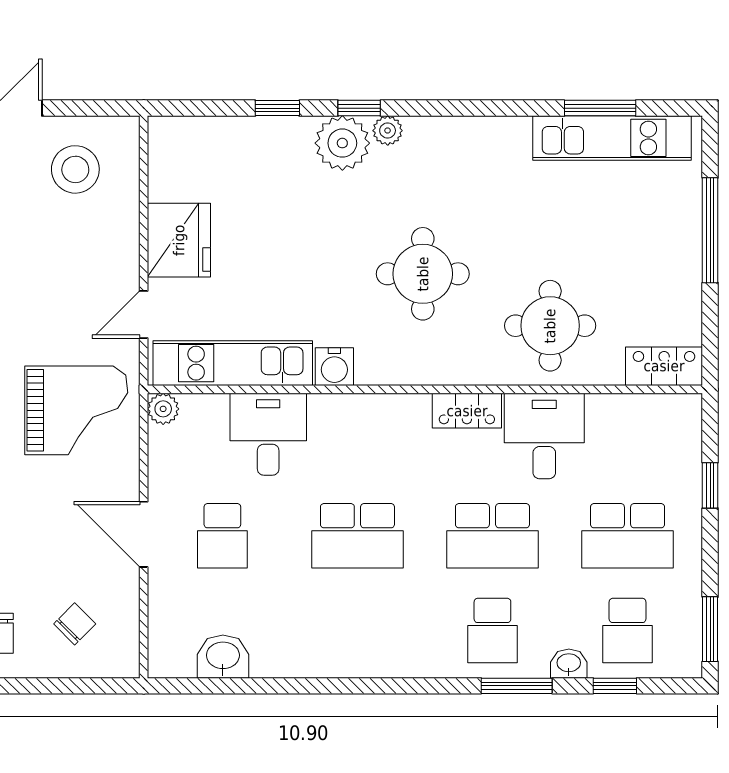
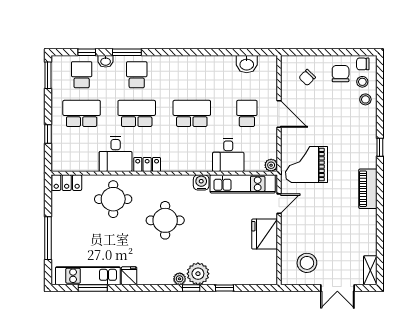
fridge: (511, 138) -> (129, 276), added

